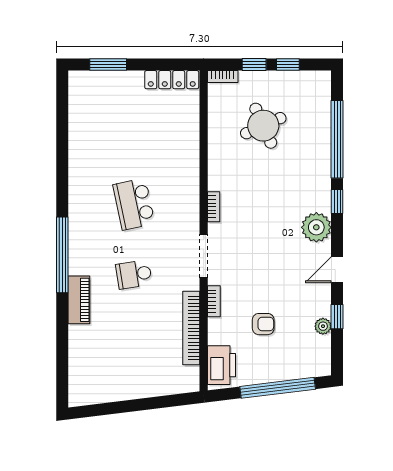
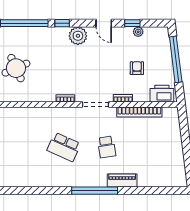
school desk: (134, 204) -> (64, 147), turned 36

